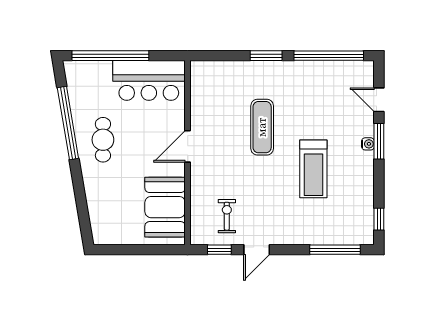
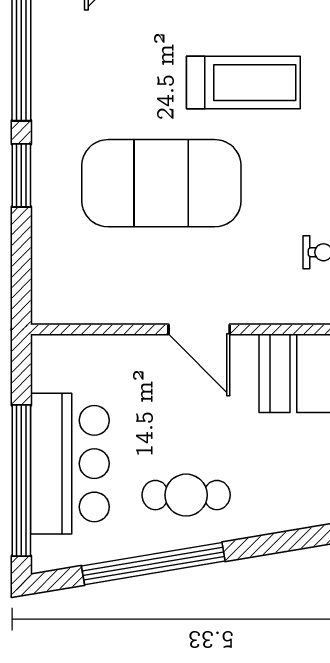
bar counter: (149, 80) -> (70, 464), moved
exercise mat: (262, 127) -> (161, 183), width x2.00, depth x1.45

